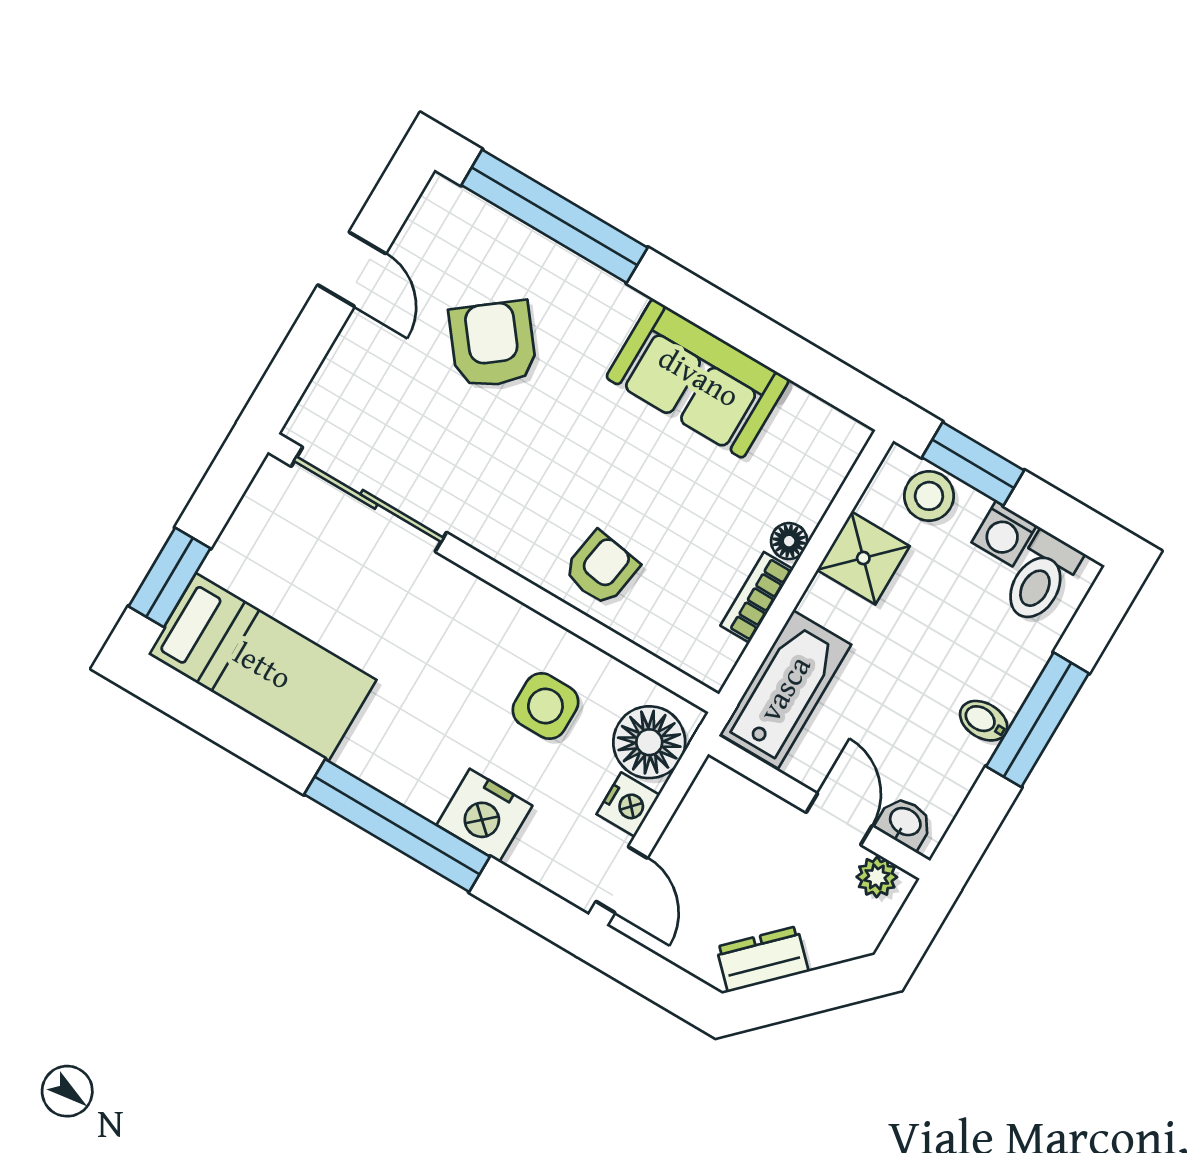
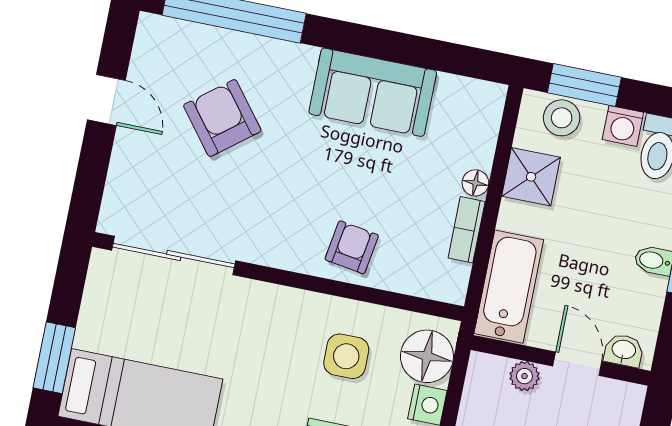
plant: (877, 877) -> (524, 376), moved

